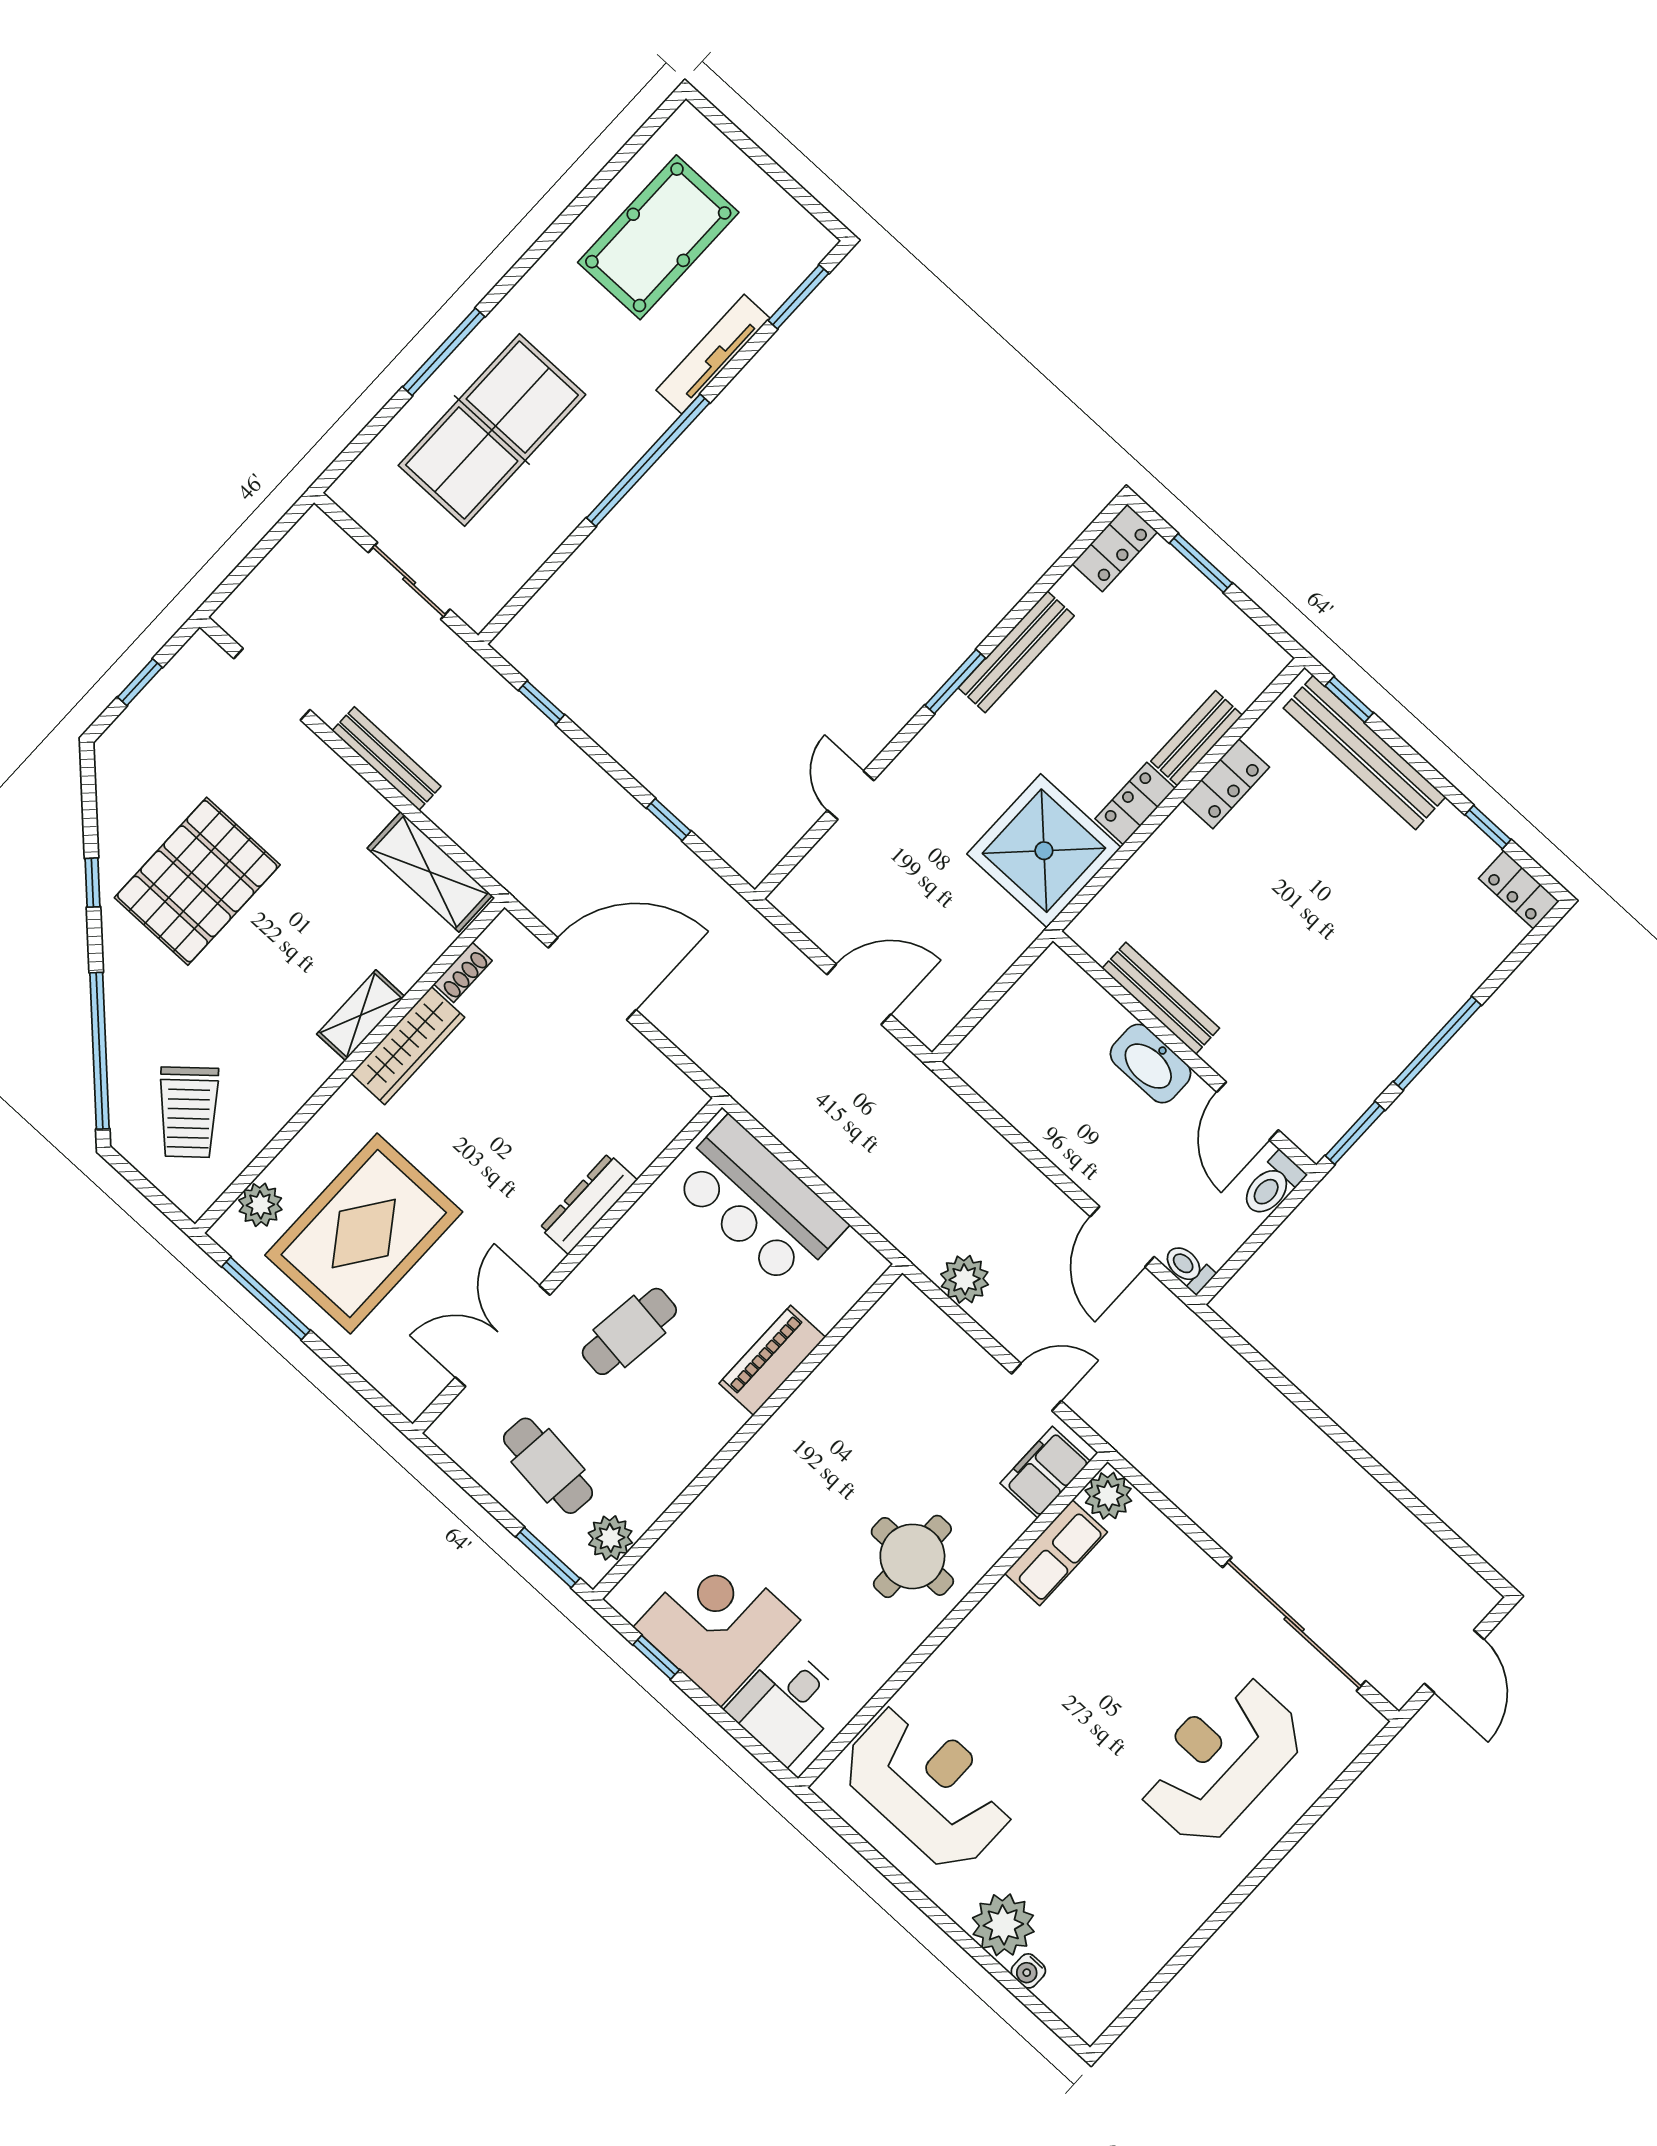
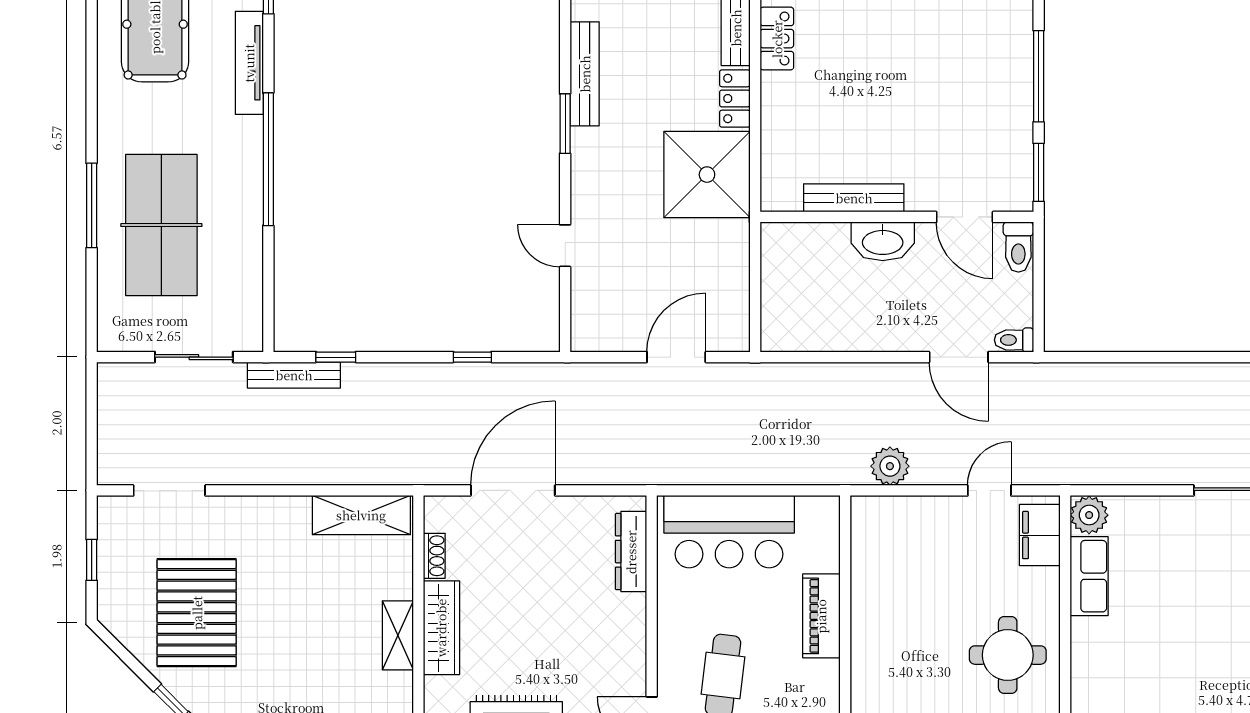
bench: (387, 759) -> (294, 375), moved
pallet: (197, 881) -> (197, 613), moved
dresser: (588, 1204) -> (631, 552), moved

